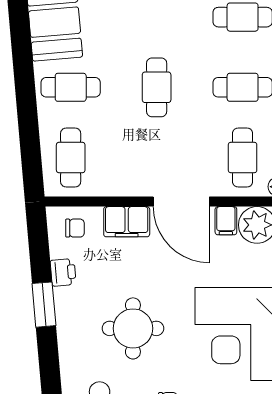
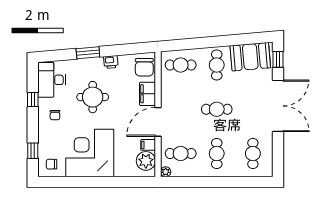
chair: (75, 228) -> (144, 67), width x1.87, depth x1.87
printer: (63, 272) -> (111, 62), moved
window: (44, 305) -> (88, 53), moved

